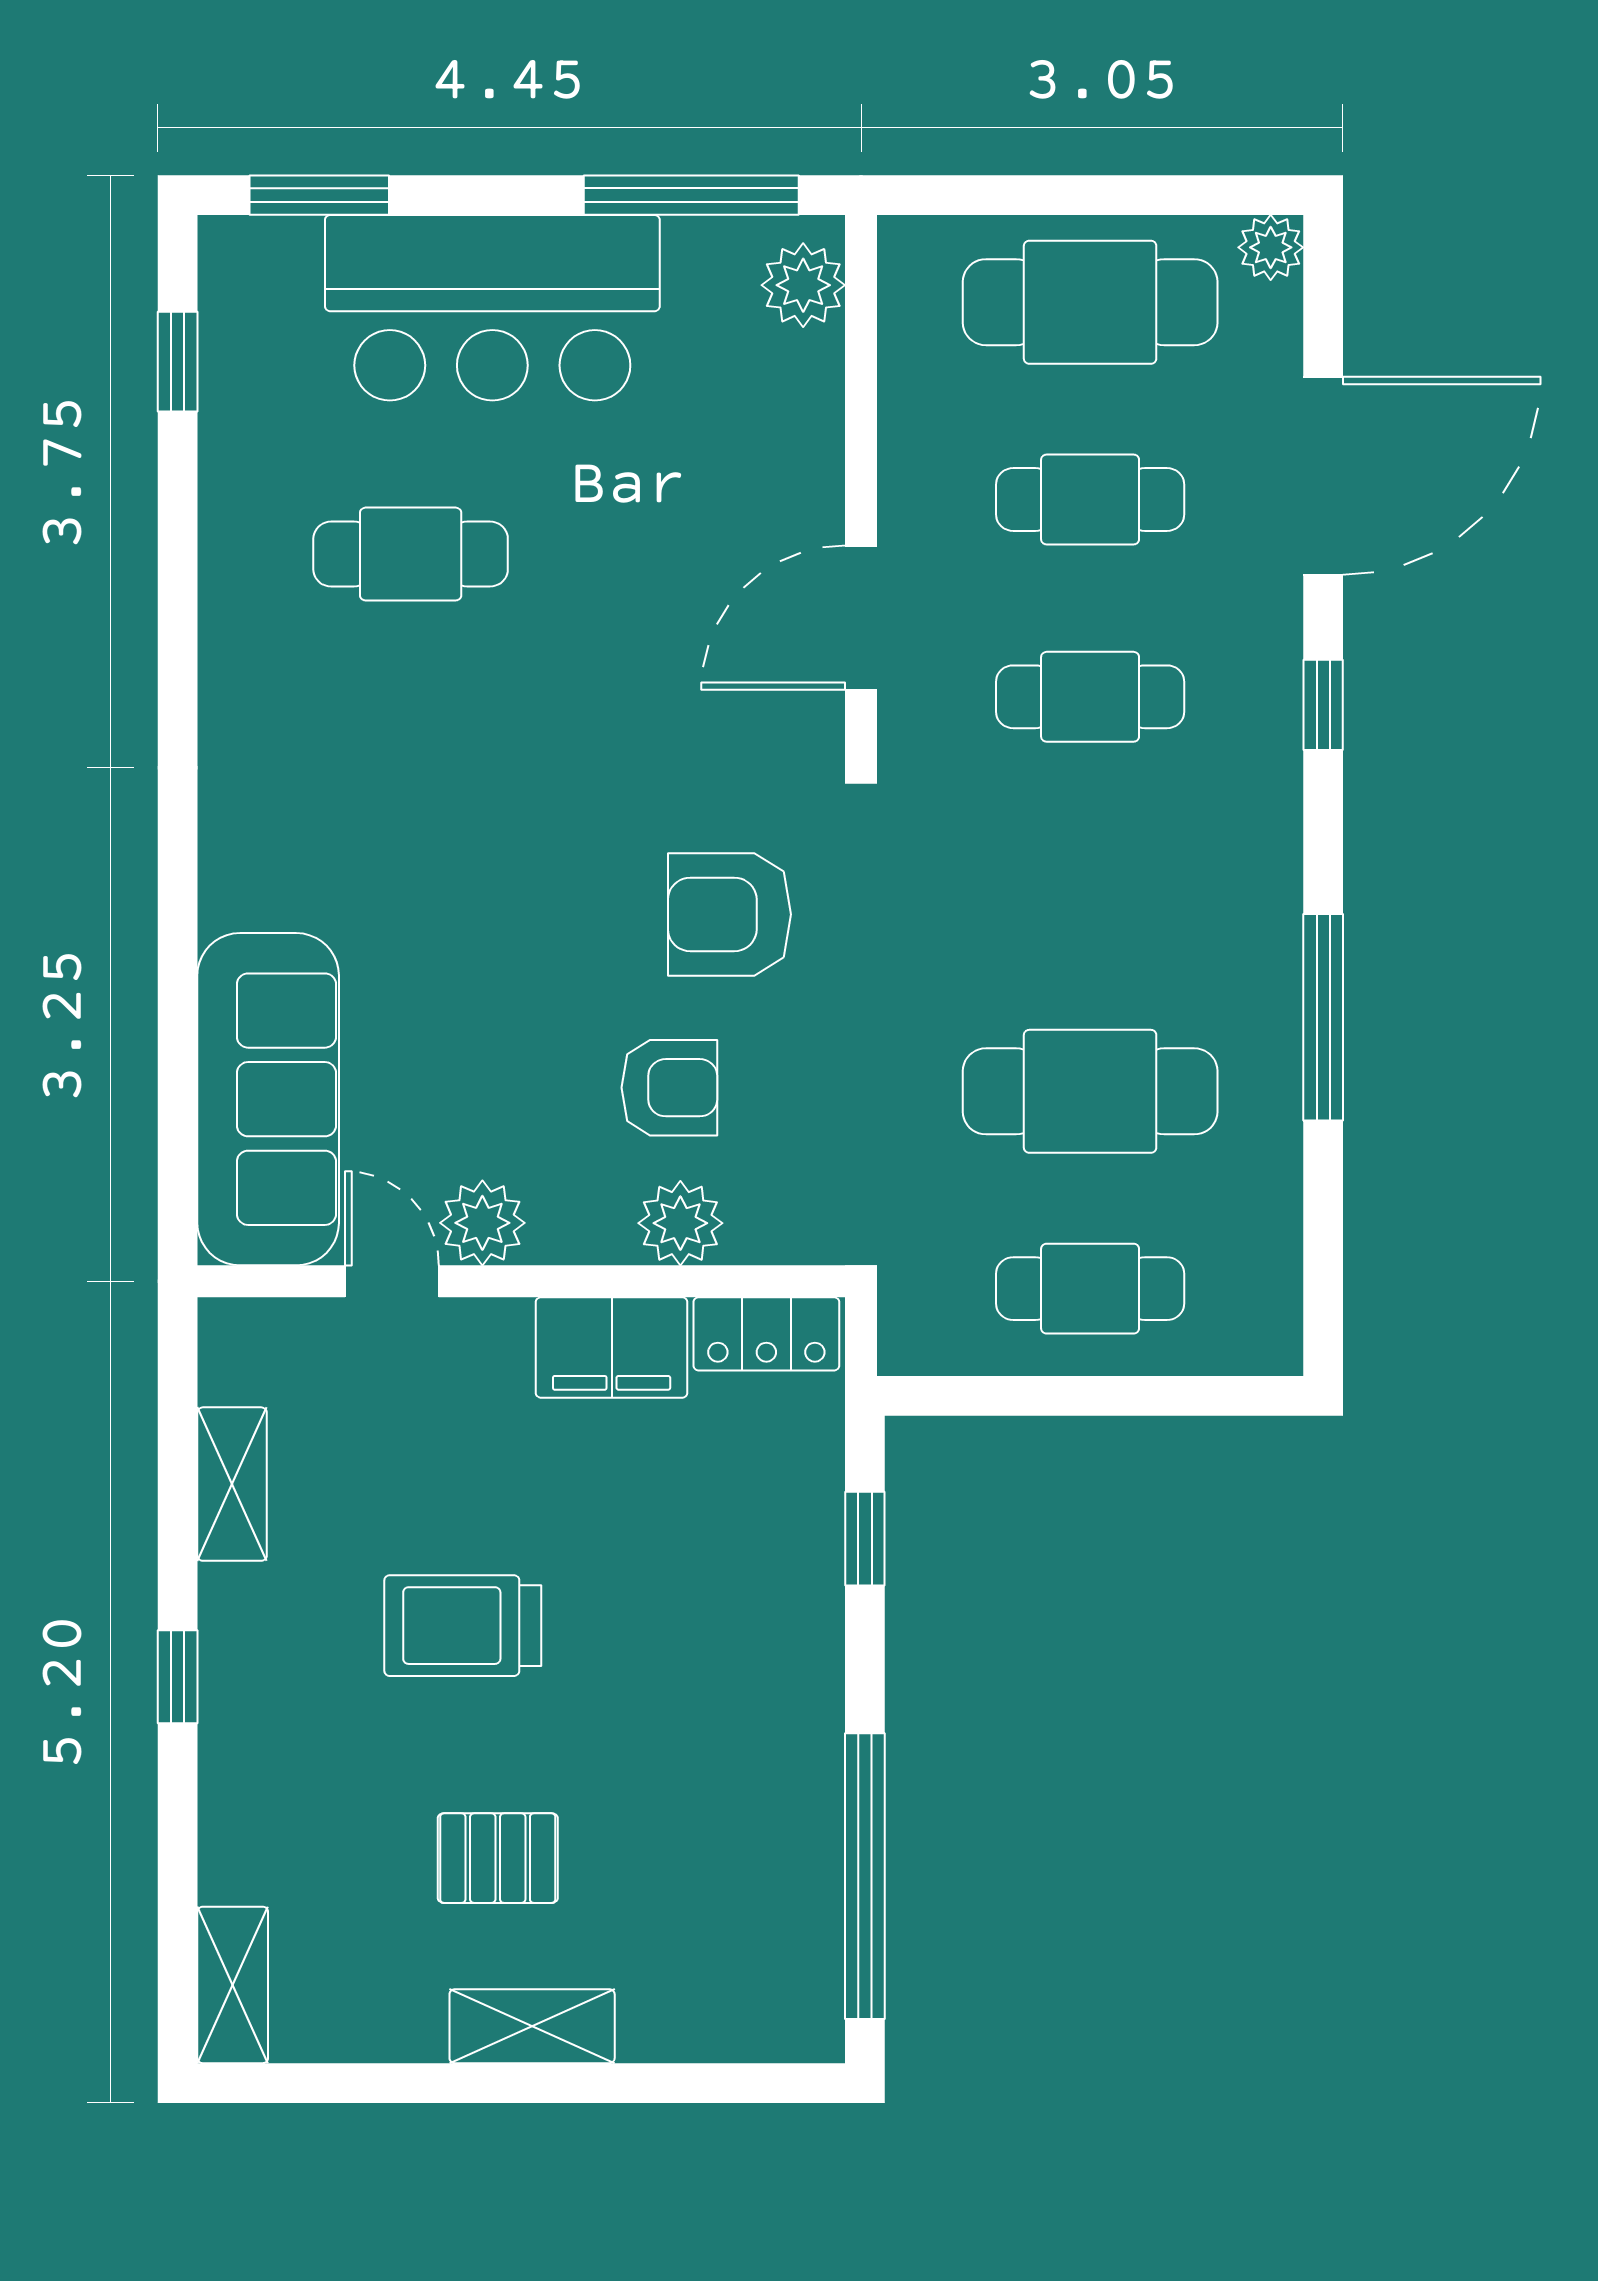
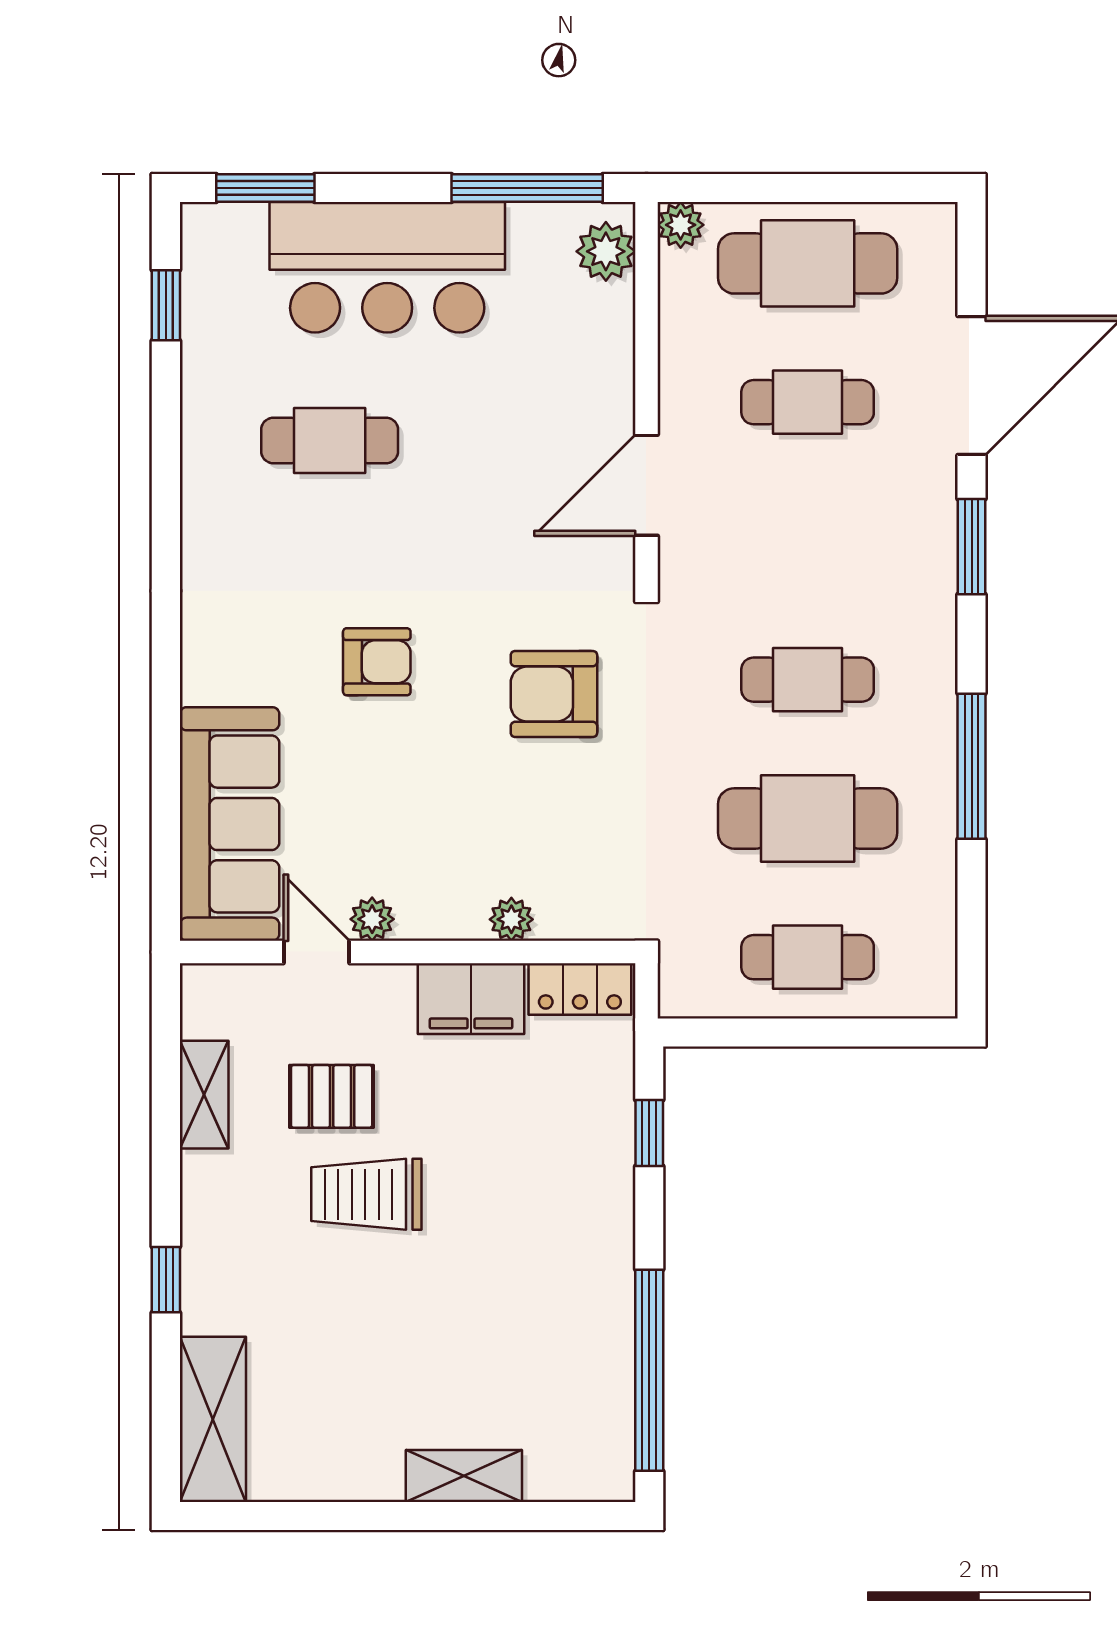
plant: (1271, 247) -> (681, 225), moved
cafe table: (1090, 697) -> (808, 680), moved
window: (1323, 705) -> (972, 547), width x1.50
armchair: (669, 1088) -> (377, 662), moved
plant: (482, 1223) -> (372, 919), width x0.73, depth x0.73
plant: (680, 1223) -> (511, 919), width x0.73, depth x0.73
window: (178, 1677) -> (166, 1280), moved
pallet: (498, 1858) -> (332, 1096), moved
shelving: (233, 1985) -> (213, 1419), width x1.50, depth x1.33
shelving: (532, 2026) -> (464, 1476), moved

